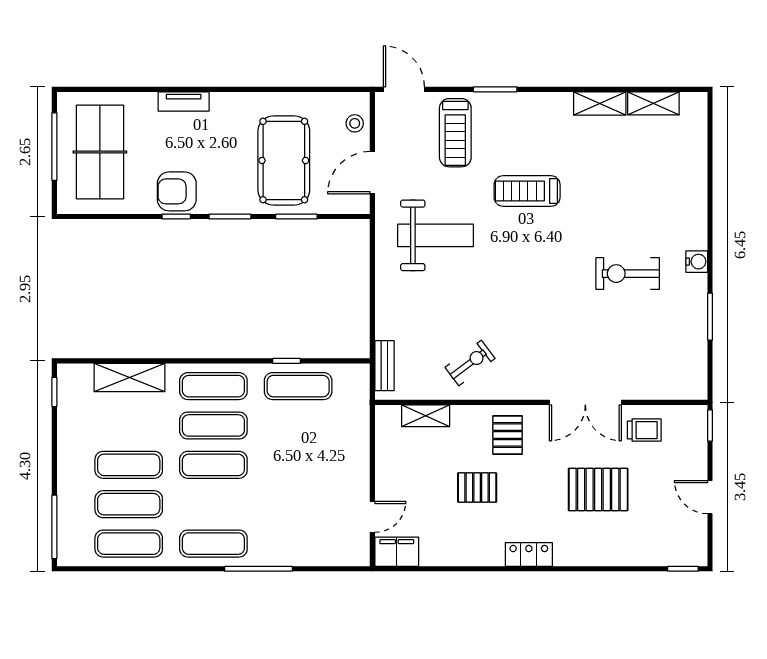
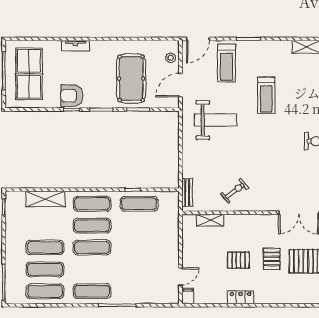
door: (404, 89) -> (198, 39), swing flipped
treadmill: (527, 191) -> (266, 95), turned -90
pallet: (508, 435) -> (272, 259), moved
filing cabinet: (397, 552) -> (188, 296), width x0.50
locker: (529, 554) -> (241, 297), moved

